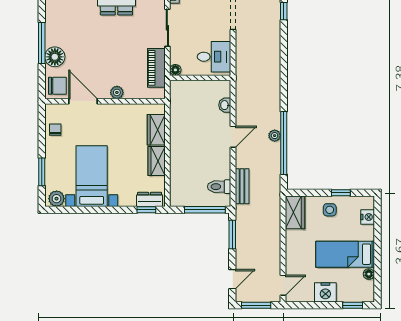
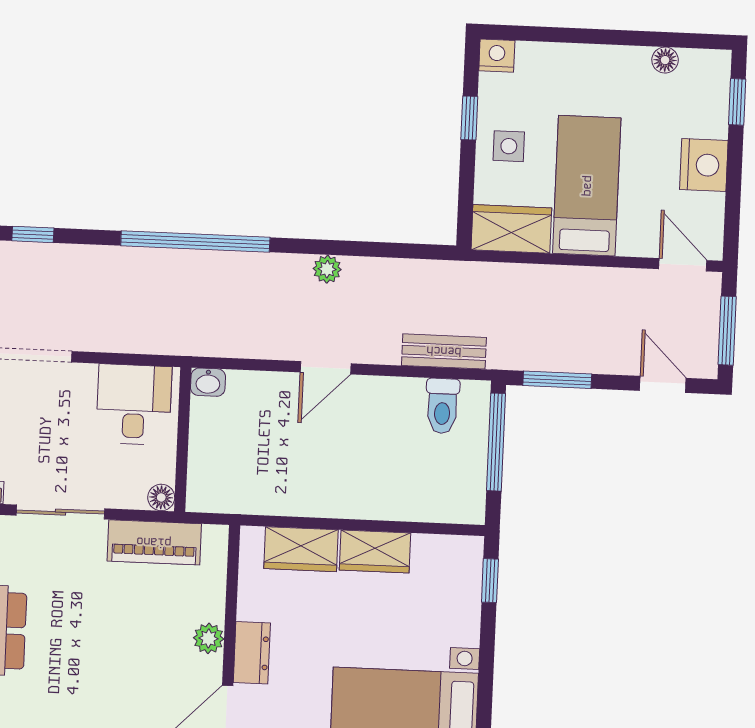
washbasin: (225, 105) -> (208, 382), moved
door: (233, 137) -> (326, 368), swing flipped
window: (284, 143) -> (195, 242), moved
dresser: (150, 199) -> (252, 653), moved, turned 180
nightstand: (368, 217) -> (497, 56), moved
bed: (345, 254) -> (587, 186), moved, turned 180

